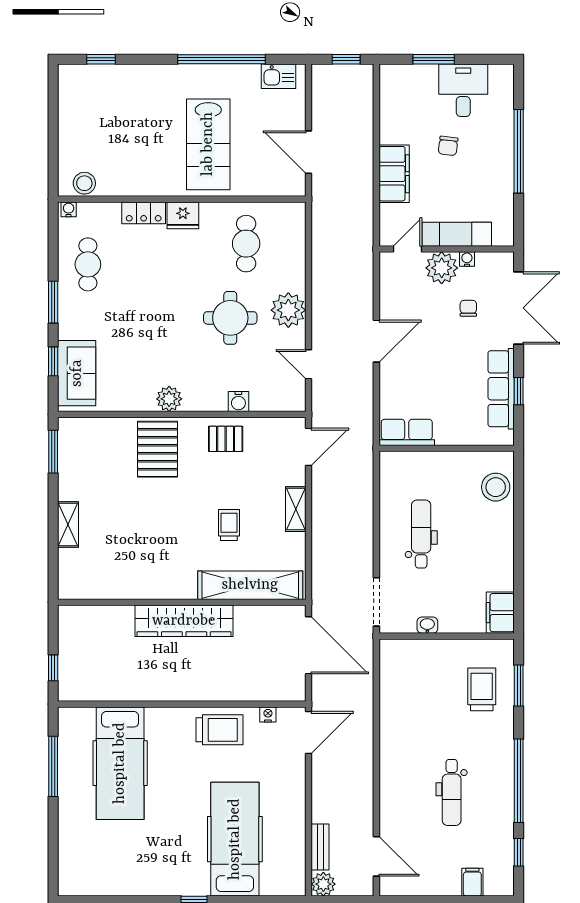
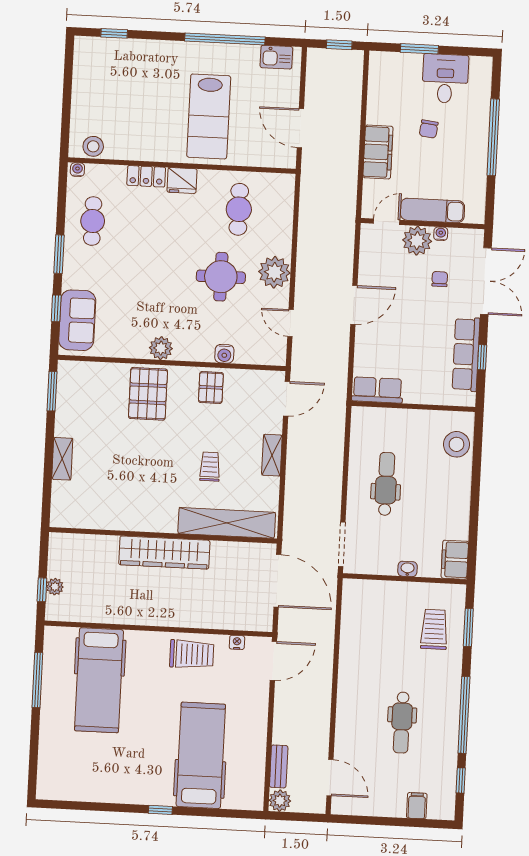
pallet: (226, 439) -> (211, 387), turned 90
washbasin: (427, 625) -> (407, 569), moved
plant: (67, 664) -> (55, 587), added

